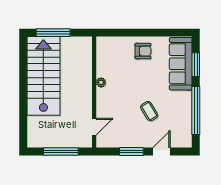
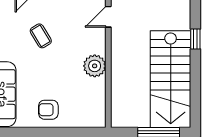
plant: (101, 82) -> (95, 66), width x1.88, depth x1.88
window: (23, 109) -> (195, 39), added

